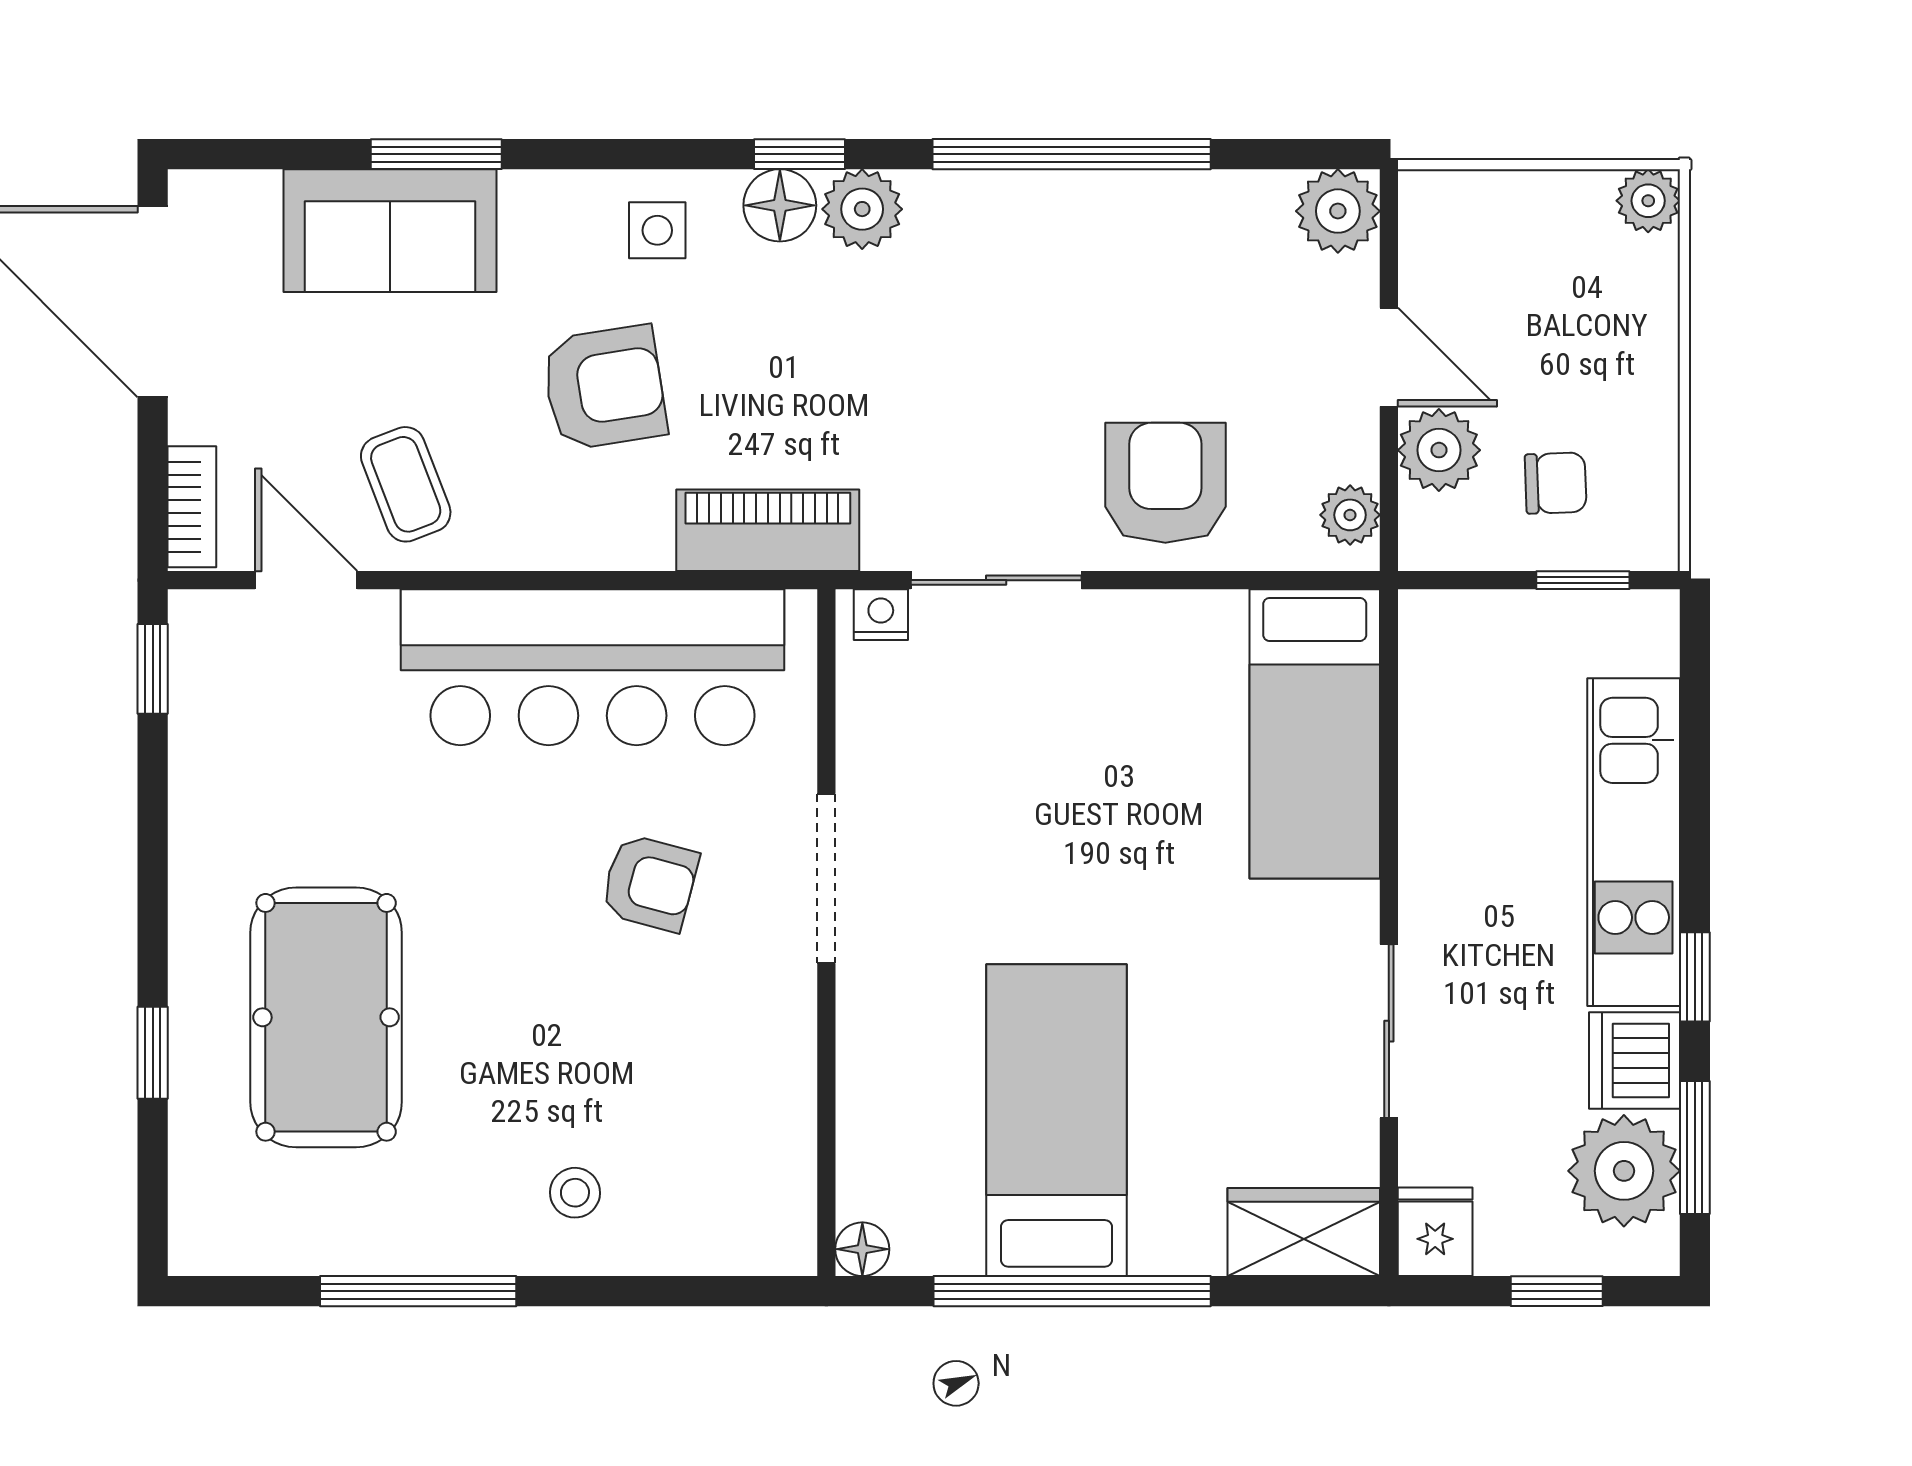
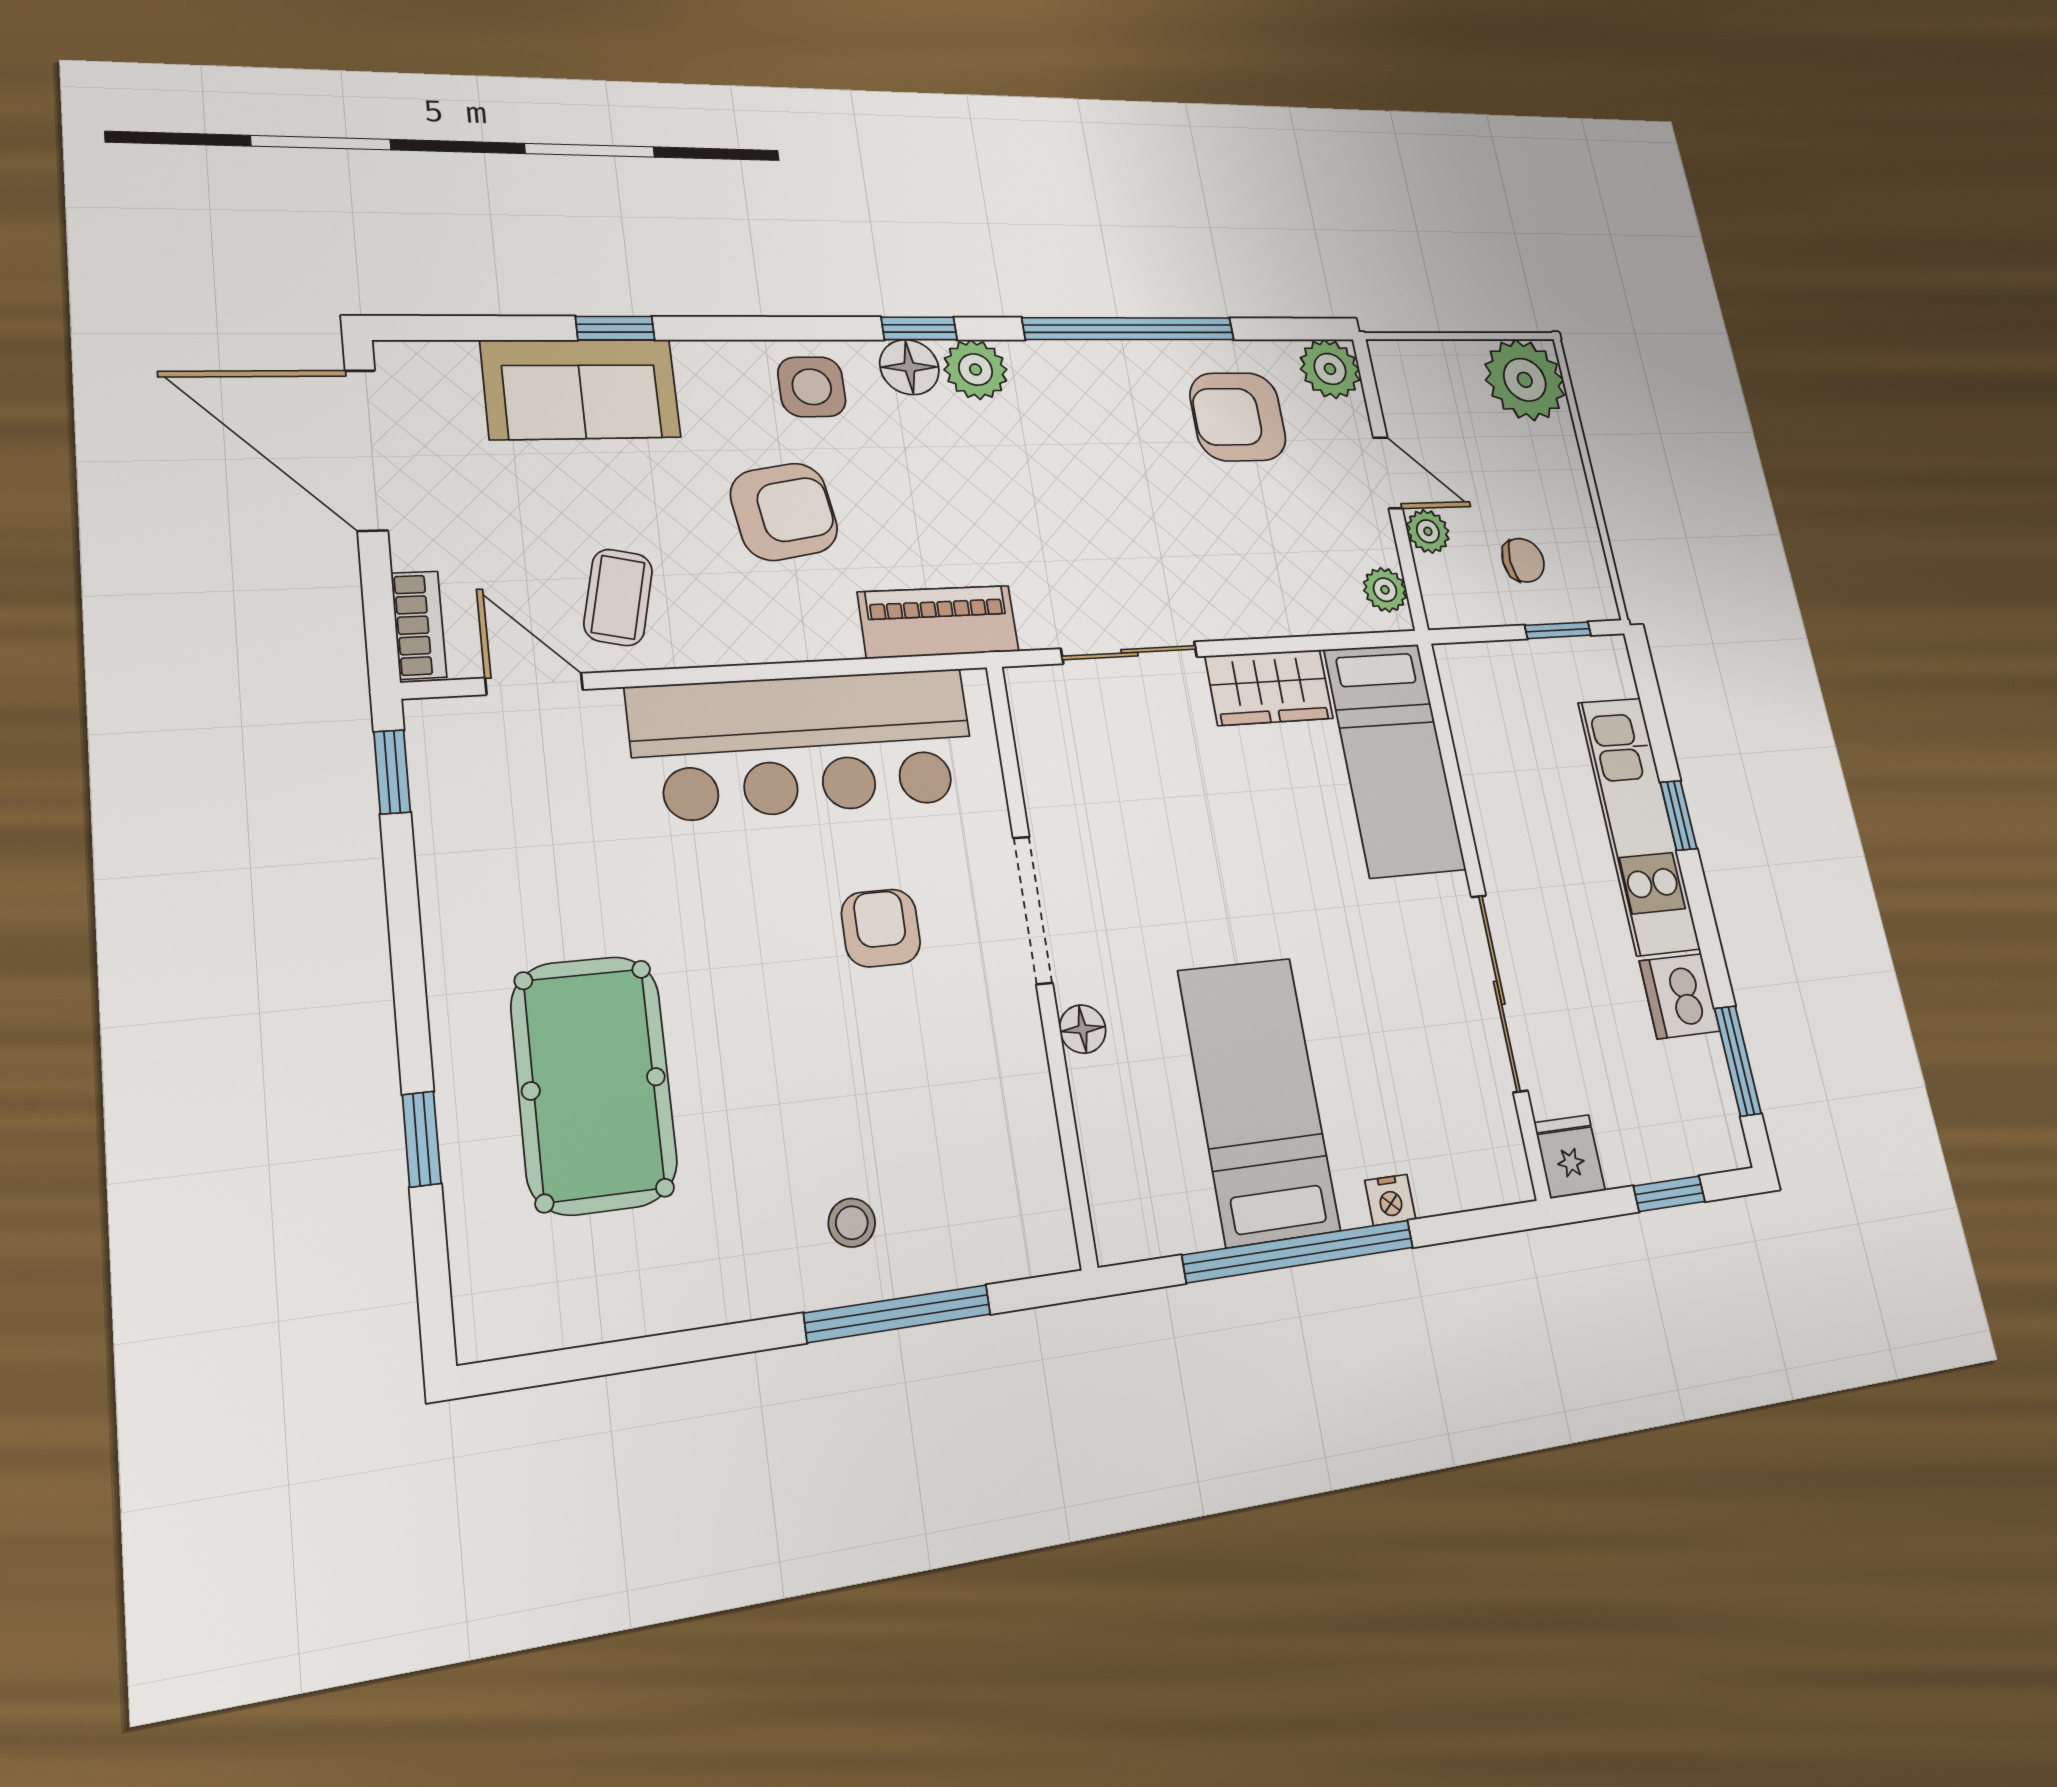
window: (436, 154) -> (615, 328), width x0.67
plant: (1648, 201) -> (1525, 380), width x1.87, depth x1.87
side table: (657, 230) -> (812, 387), width x1.37, depth x1.37
plant: (1439, 450) -> (1428, 531), width x0.73, depth x0.73
armchair: (1165, 483) -> (1238, 417), moved, turned -90
coffee table: (406, 484) -> (618, 597), turned 34
nightstand: (881, 615) -> (1390, 1200), moved, turned 180
armchair: (650, 883) -> (881, 928), turned -105
window: (1695, 977) -> (1679, 815), moved
sliding door: (1389, 1031) -> (1499, 993), width x1.37
plant: (1624, 1171) -> (1693, 1086), removed
wardrobe: (1304, 1232) -> (1269, 687), moved, turned 180
floor lamp: (862, 1249) -> (1083, 1029), moved
window: (418, 1291) -> (898, 1314), moved

